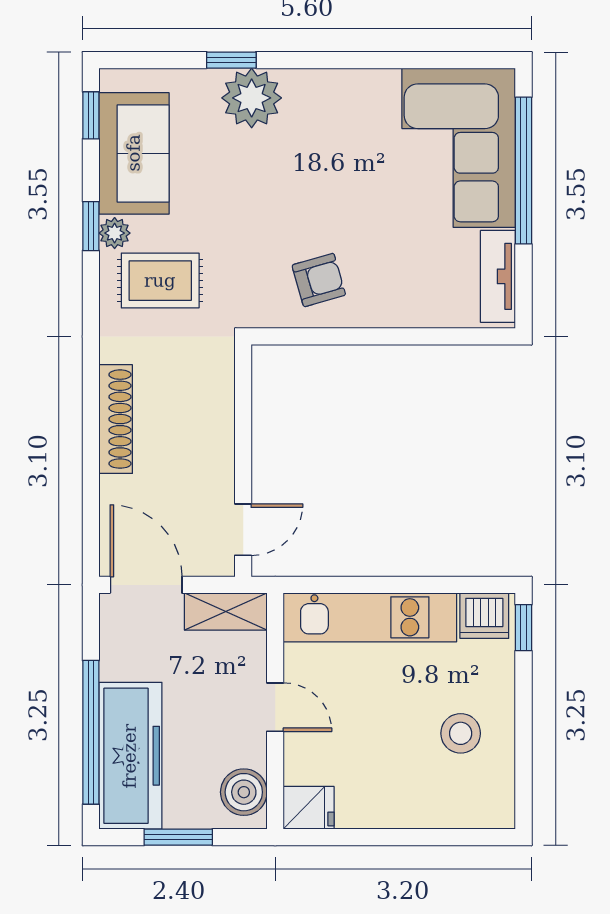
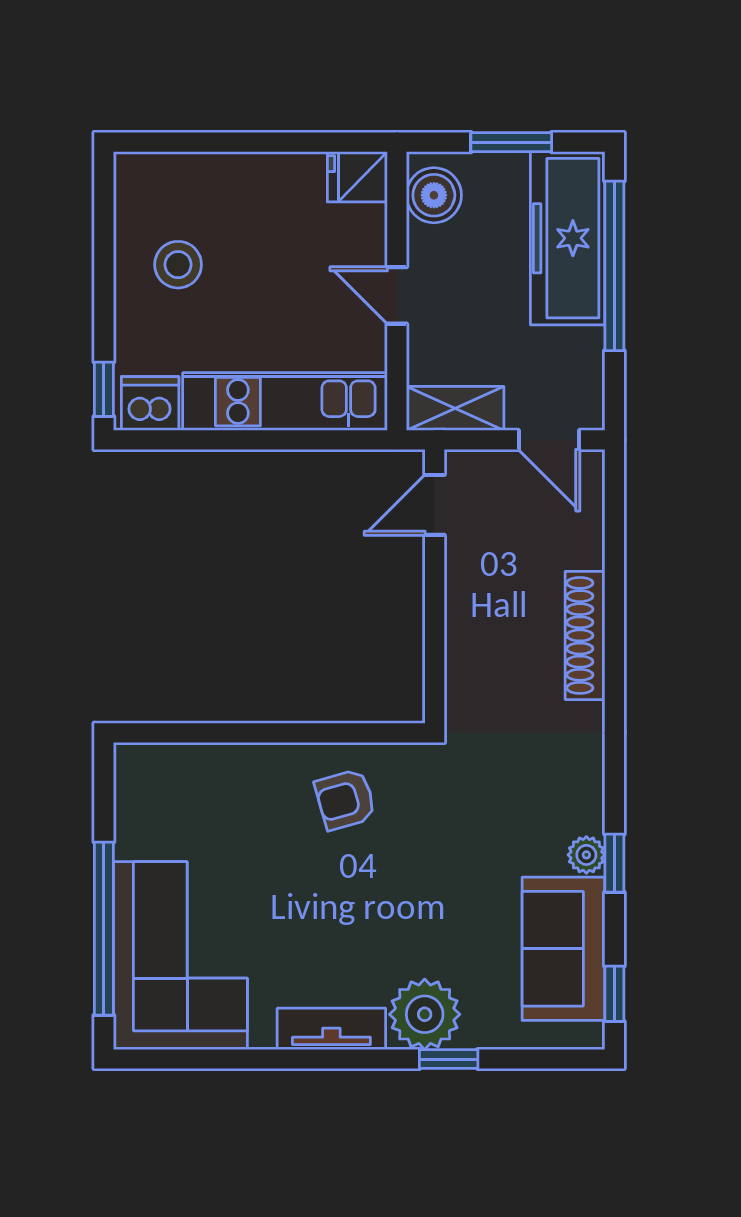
tv unit: (498, 276) -> (331, 1029), moved, turned -90
rug: (160, 281) -> (532, 799), removed
door: (146, 585) -> (549, 440), width x0.73

